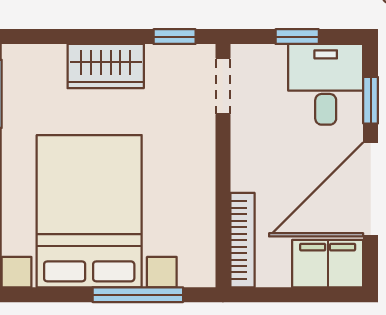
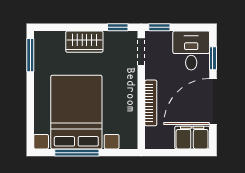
window: (297, 37) -> (159, 27), moved
bookcase: (242, 240) -> (151, 103), moved
window: (138, 295) -> (77, 153), moved

